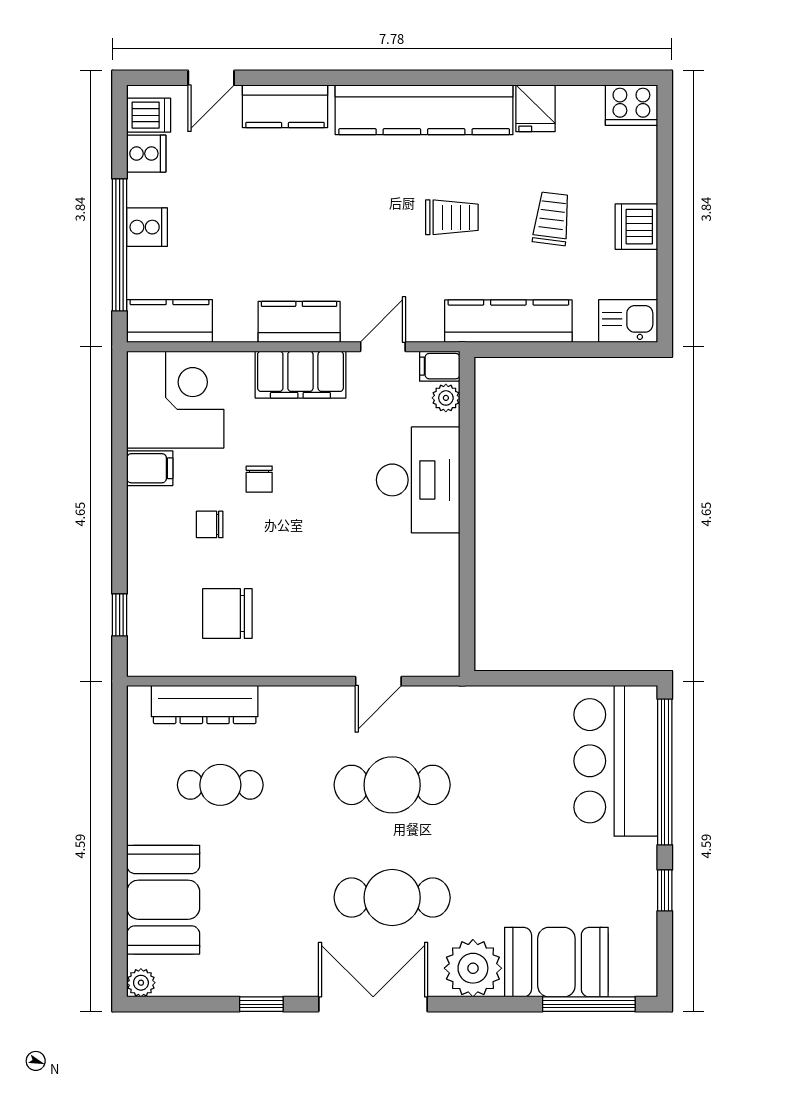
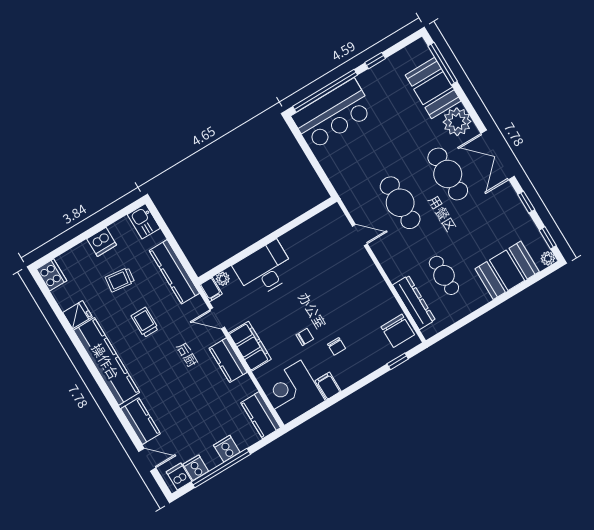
window: (120, 245) -> (221, 468), moved
chair: (227, 613) -> (398, 331), moved
window: (177, 1004) -> (548, 238), added

